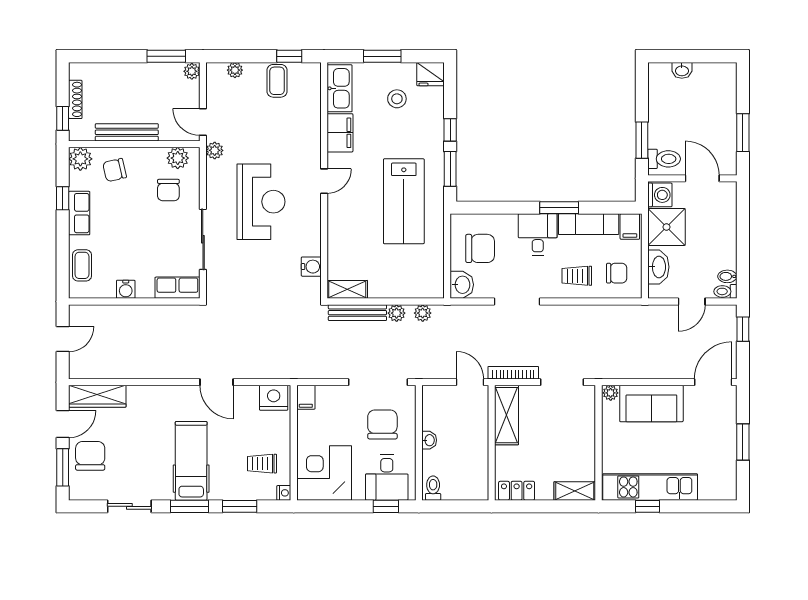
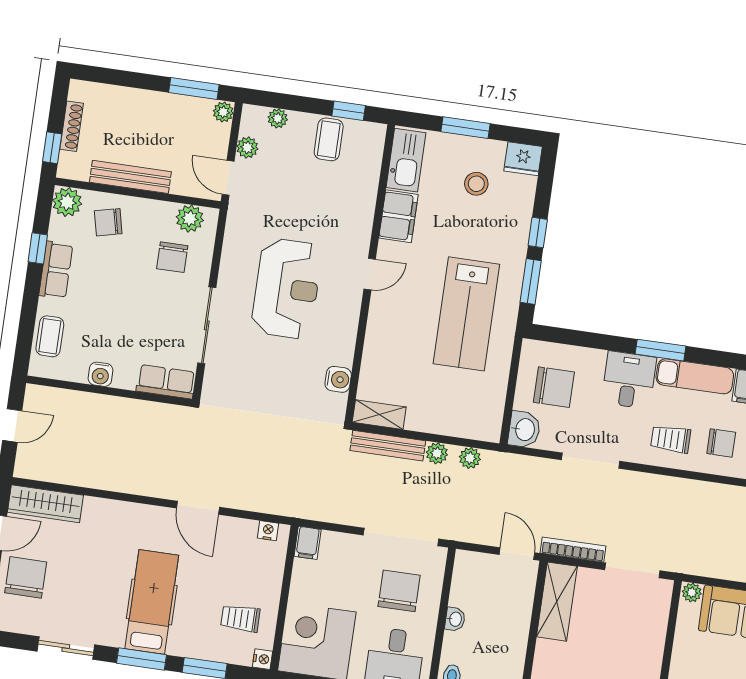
plant: (215, 150) -> (247, 148), moved
nightstand: (274, 398) -> (268, 531), width x0.53, depth x0.56

